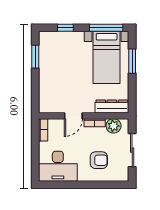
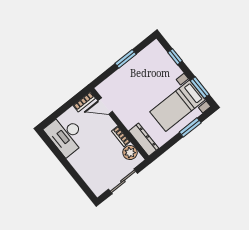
window: (106, 28) -> (200, 88), width x0.69
window: (35, 57) -> (126, 59), moved
door: (73, 116) -> (105, 106), moved
armchair: (99, 160) -> (95, 162), removed

